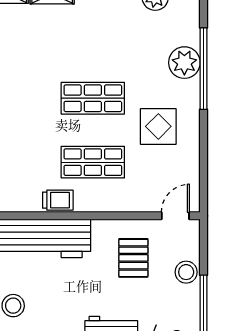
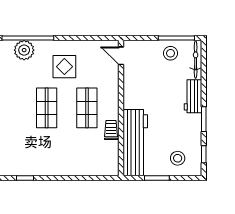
pallet: (133, 258) -> (148, 82), removed
stool: (186, 272) -> (171, 53), moved

